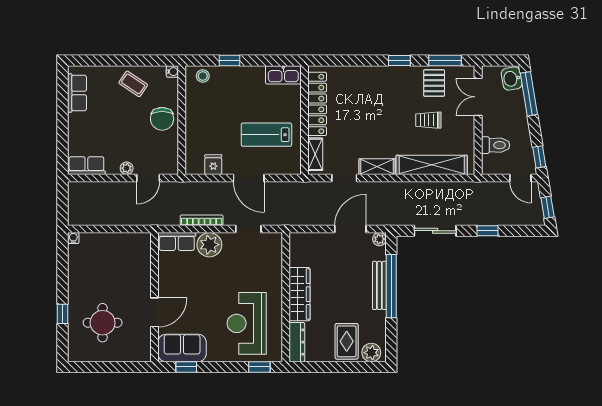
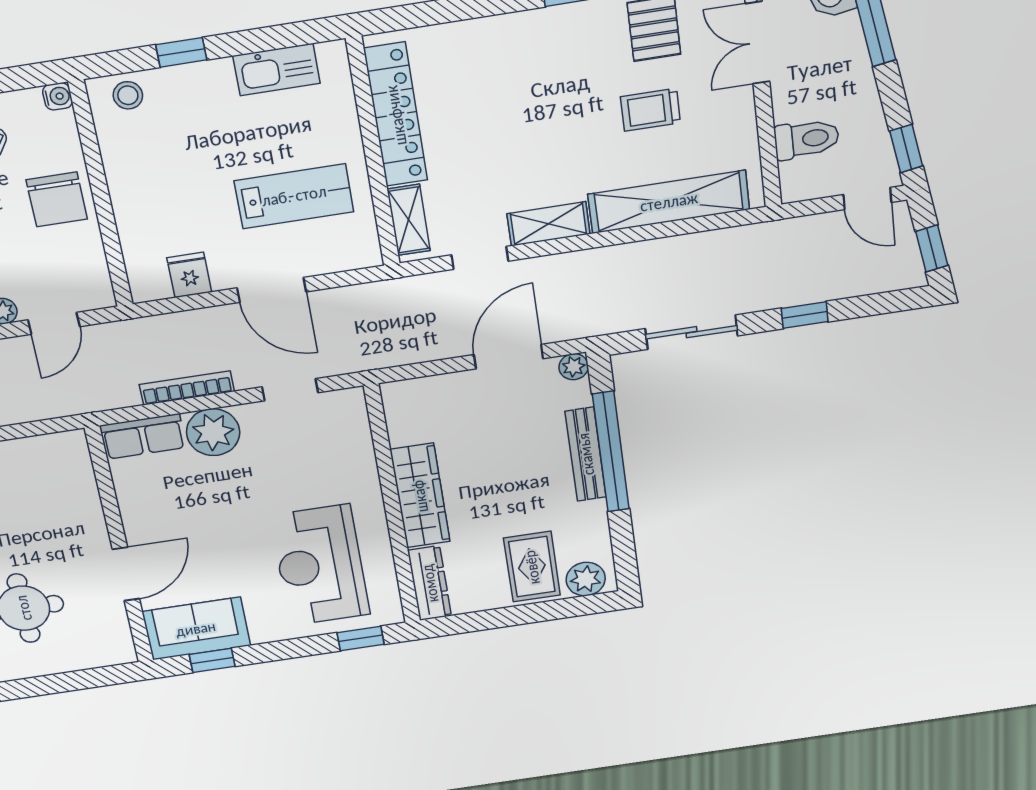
kitchen sink: (283, 75) -> (276, 70), moved
lab bench: (266, 135) -> (294, 196), turned 180

